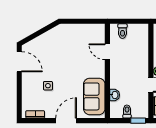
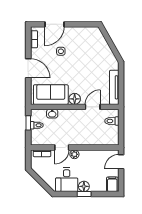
tv unit: (87, 29) -> (114, 87), added
door: (19, 62) -> (55, 24), moved
floor lamp: (99, 71) -> (75, 99), added
window: (138, 121) -> (28, 123), moved

